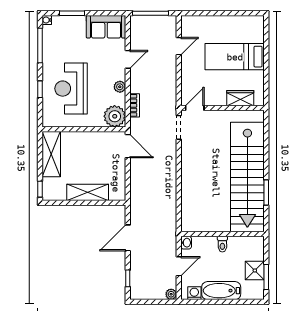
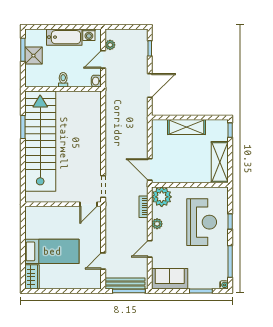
bench: (155, 22) -> (125, 284), added
wardrobe: (240, 98) -> (32, 277), moved, turned -90
plant: (171, 294) -> (110, 45), moved

